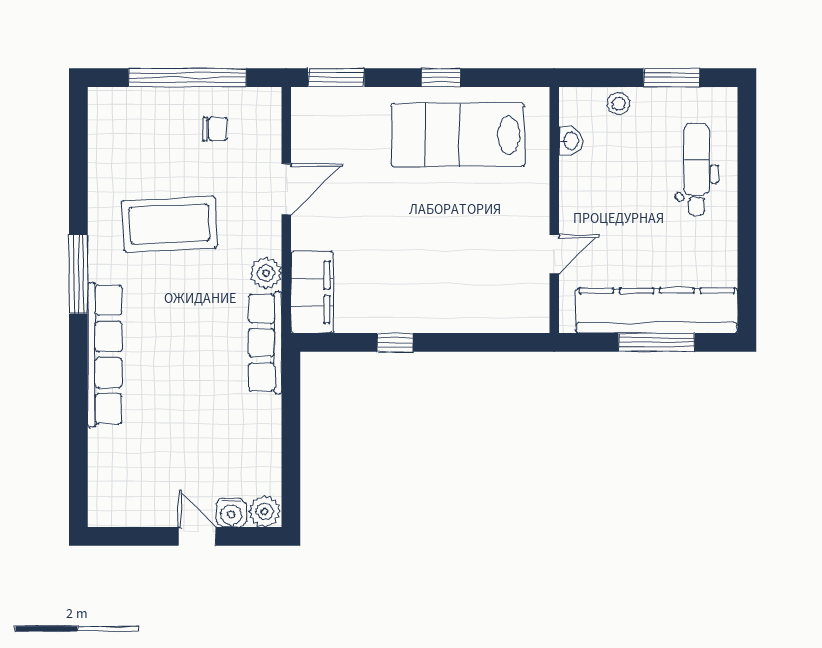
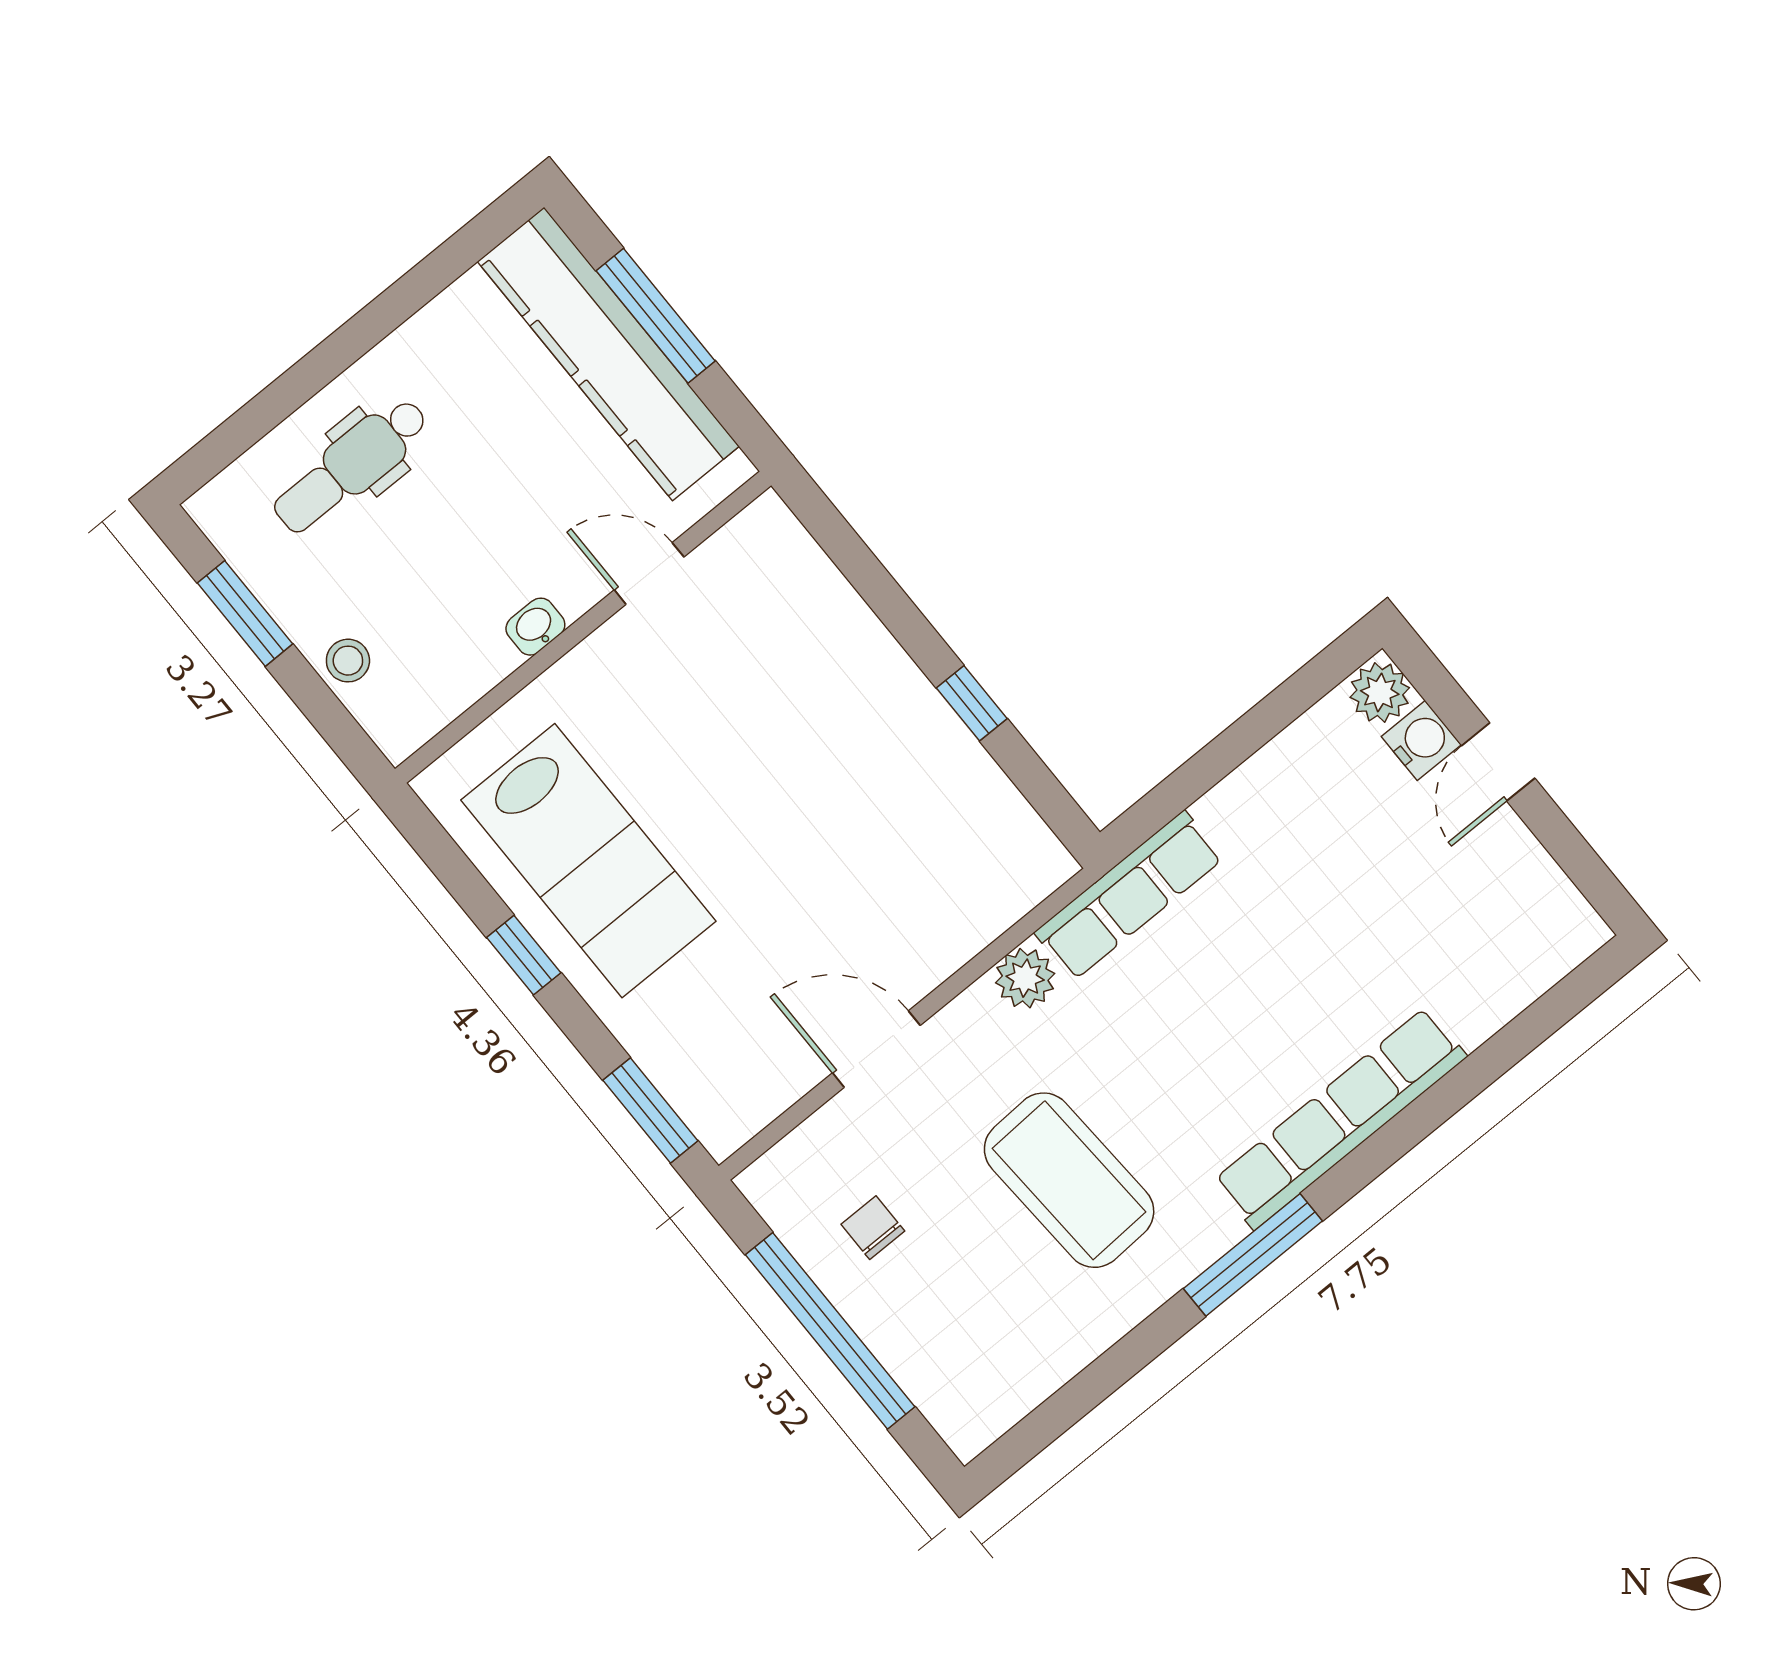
washbasin: (570, 141) -> (535, 627), moved
filing cabinet: (312, 292) -> (998, 887), removed

